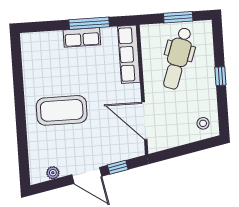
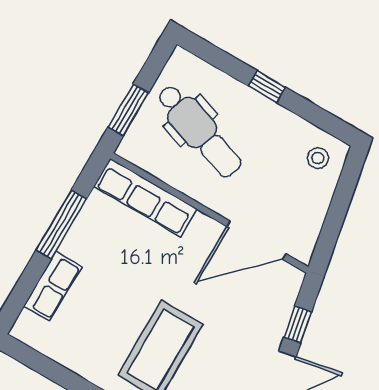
window: (178, 17) -> (128, 110), moved
row of seats: (82, 37) -> (53, 286), moved

